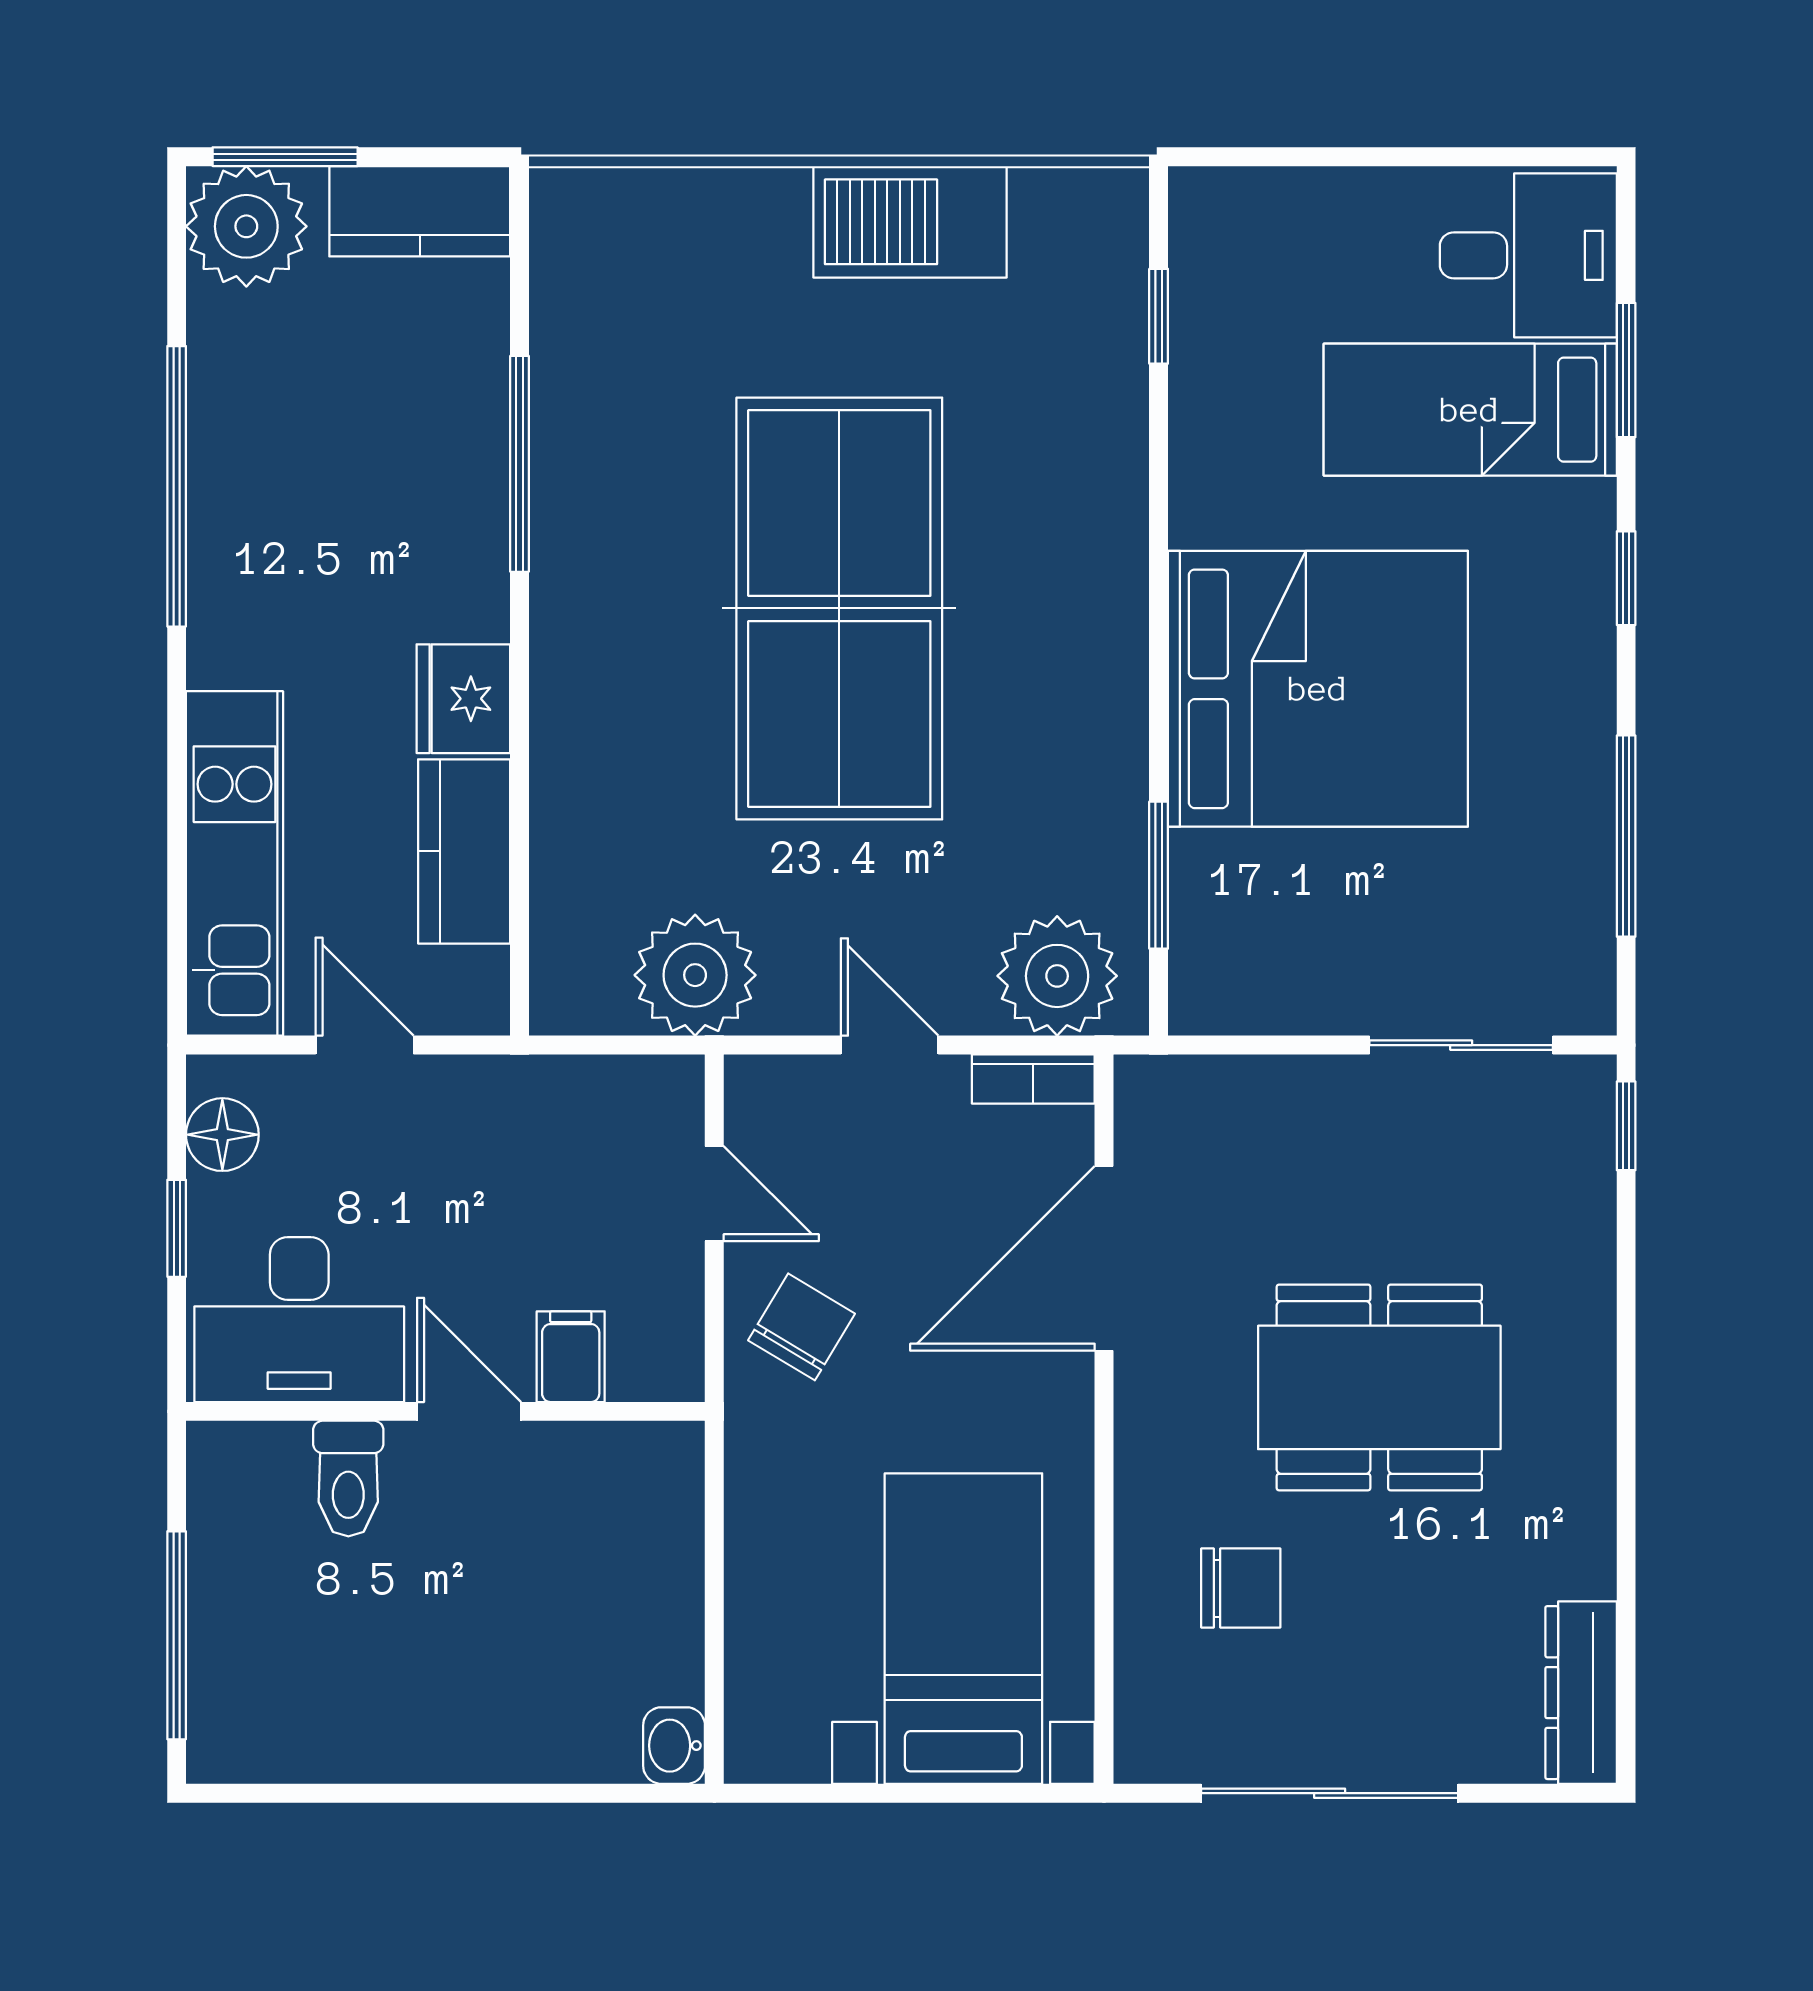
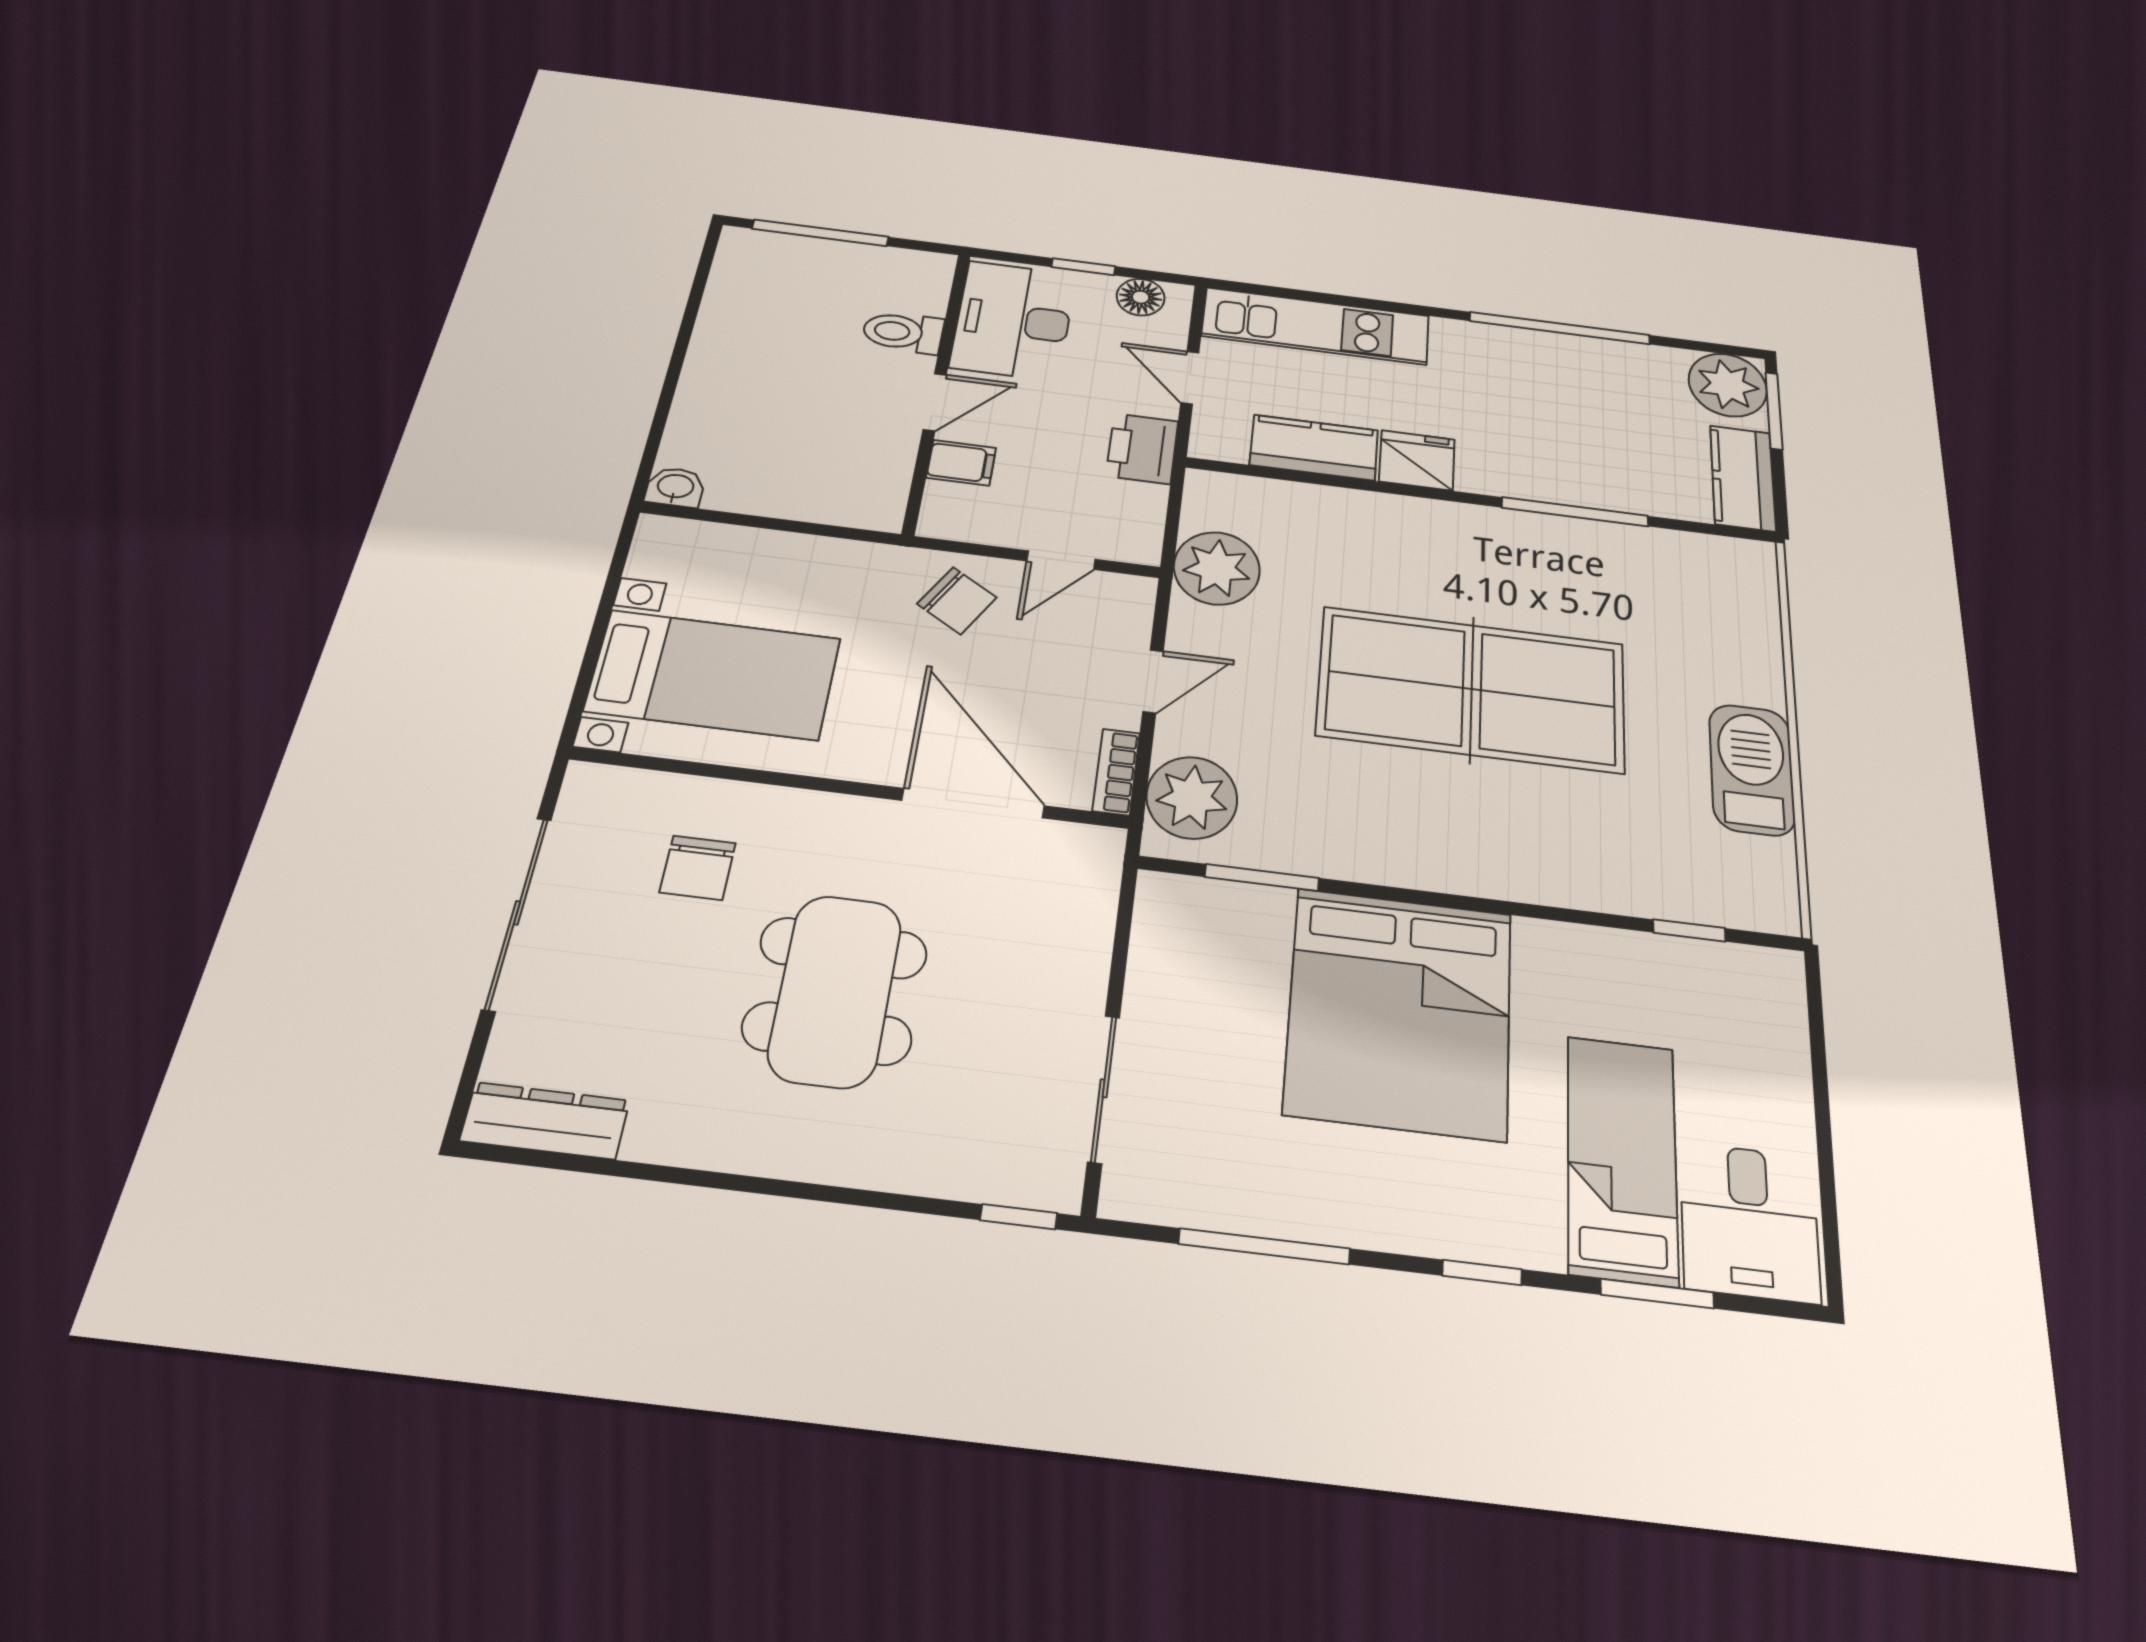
door: (365, 1045) -> (1190, 378), swing flipped
printer: (505, 1102) -> (1142, 449), added

